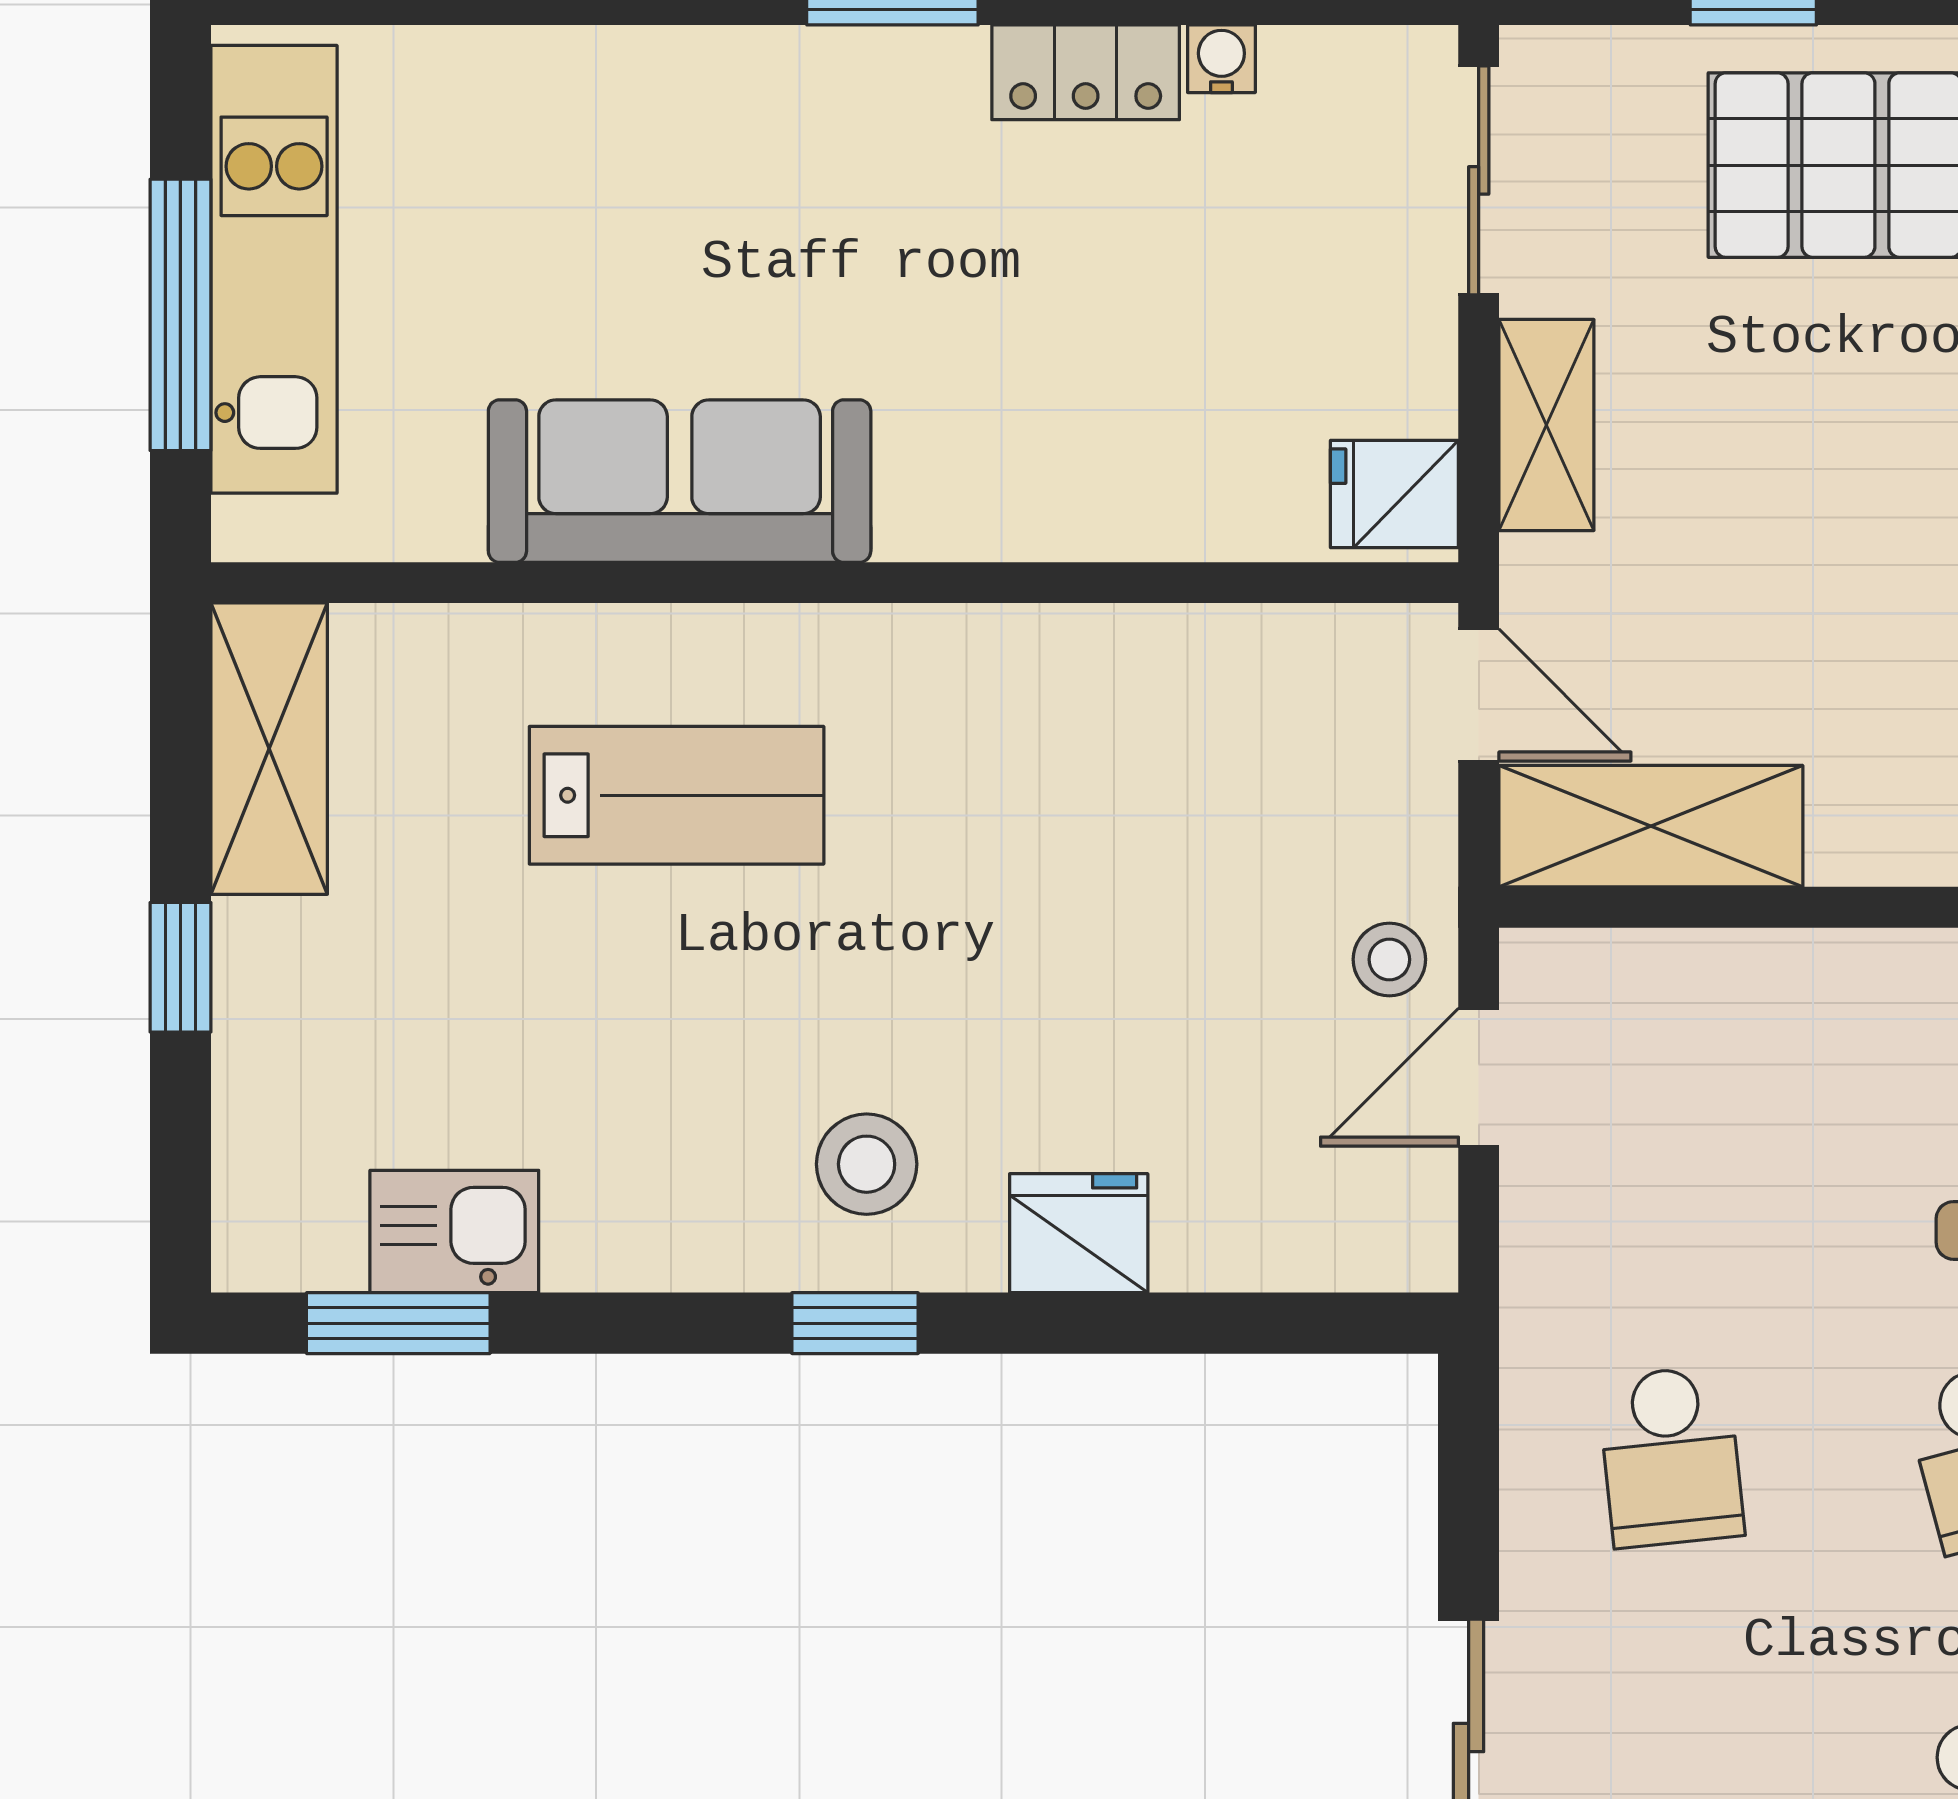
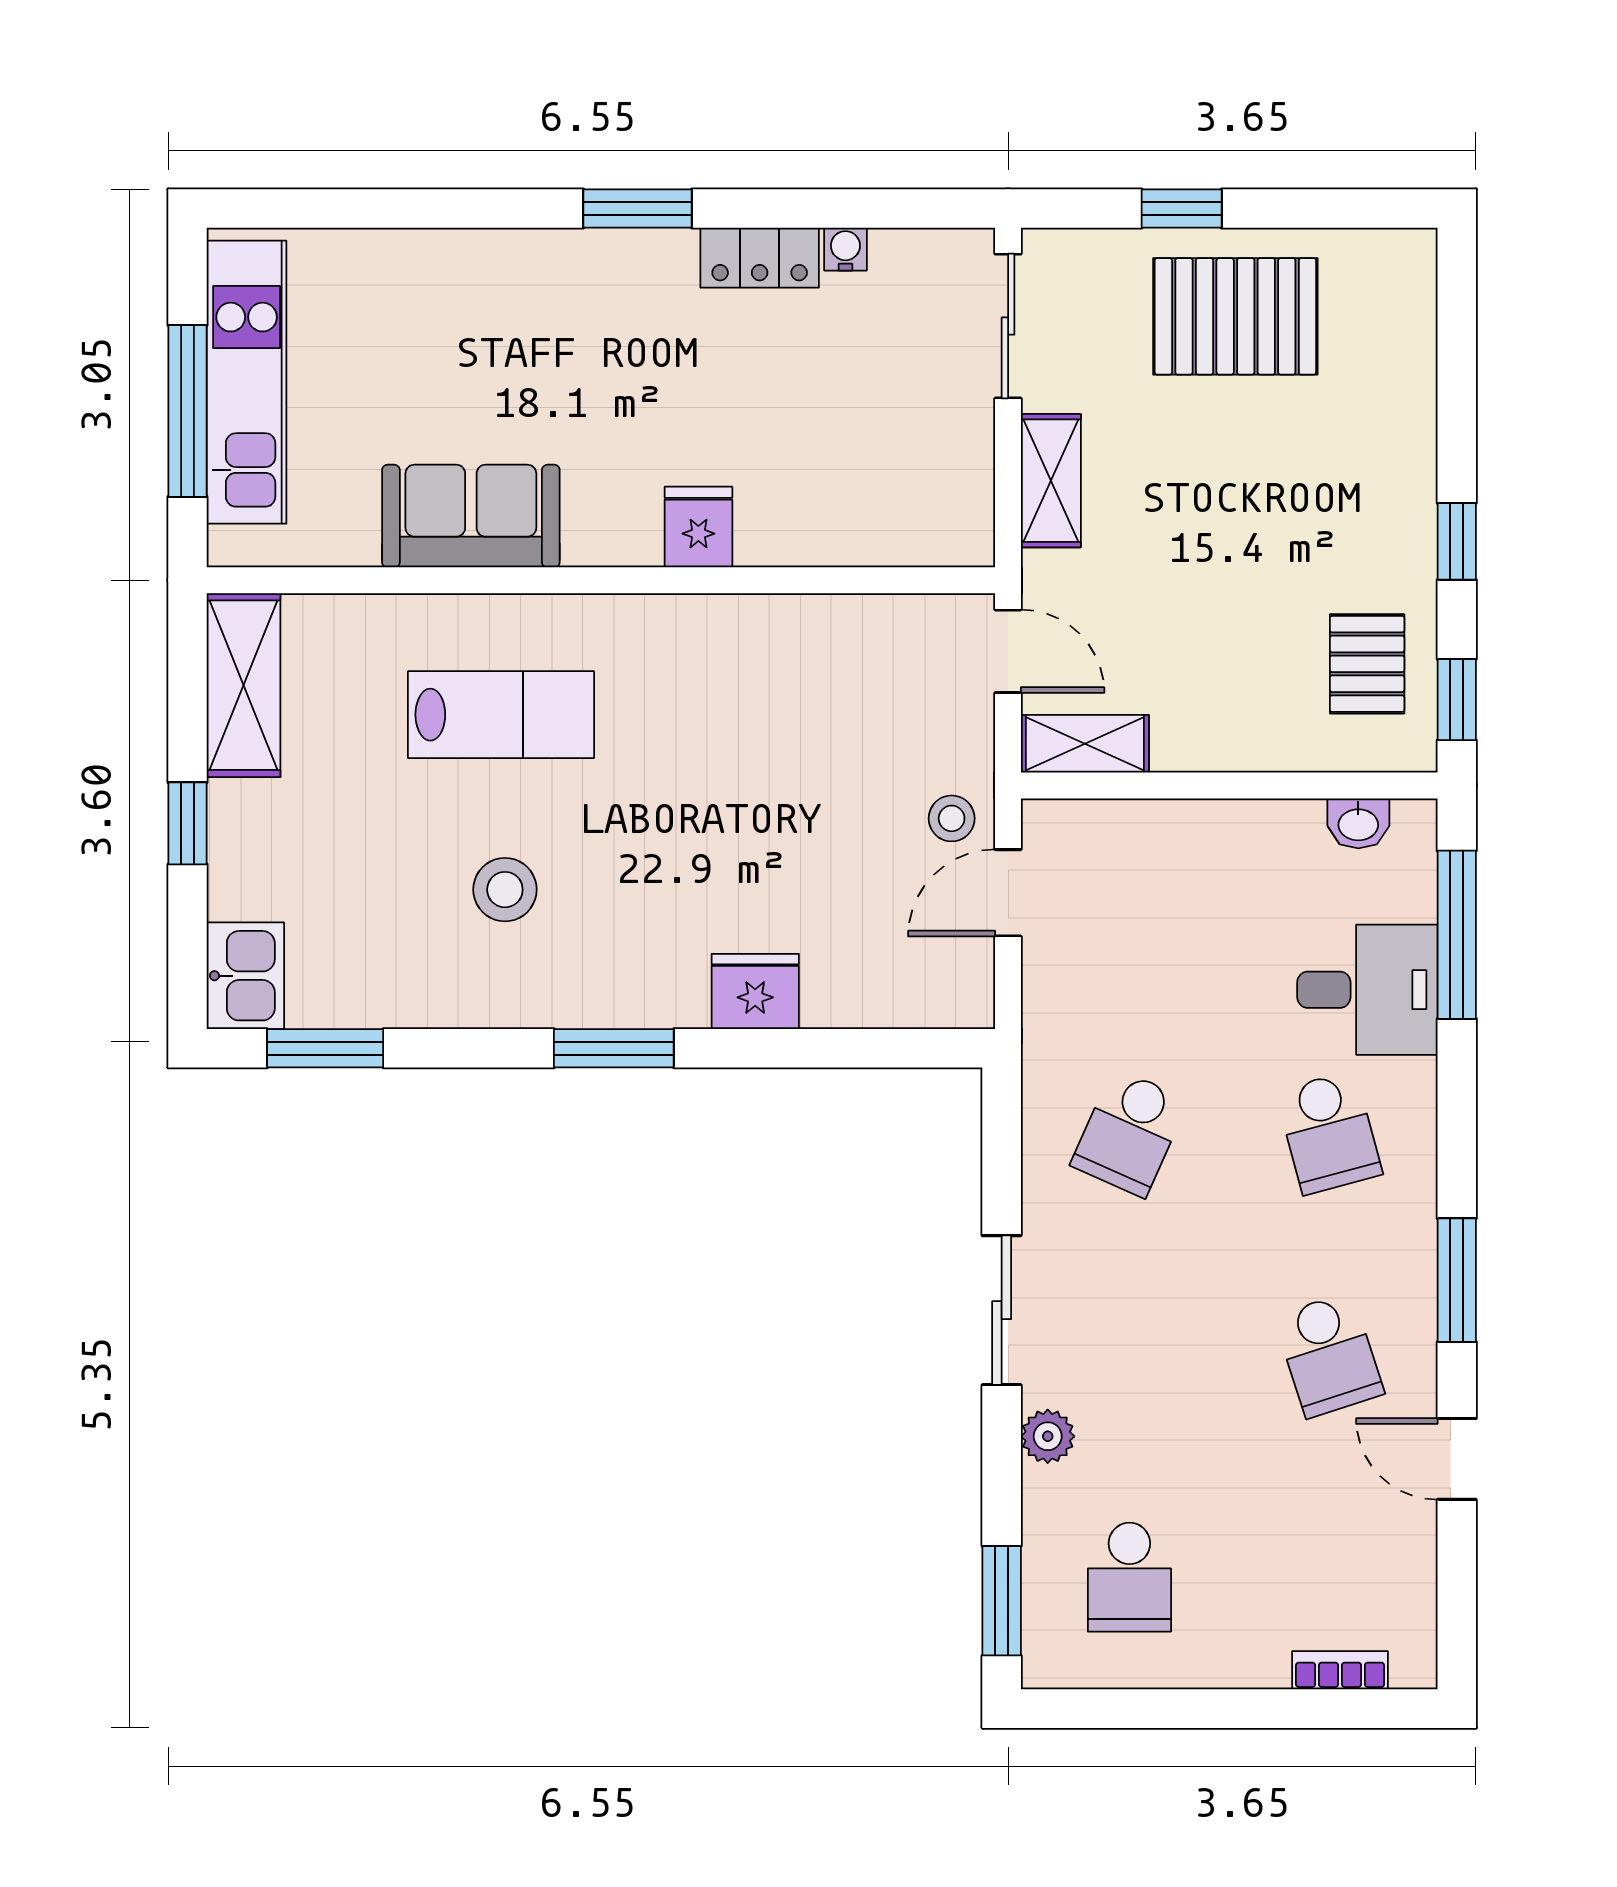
sofa: (680, 481) -> (471, 516), width x0.73
fridge: (1394, 494) -> (698, 527), moved, turned 90
shelving: (1651, 826) -> (1085, 744), width x0.67, depth x0.75
stool: (867, 1164) -> (505, 890), moved
kitchen sink: (454, 1231) -> (245, 976), moved, turned 90
window: (855, 1323) -> (614, 1048), width x1.50
school desk: (1671, 1457) -> (1129, 1133), turned 30

